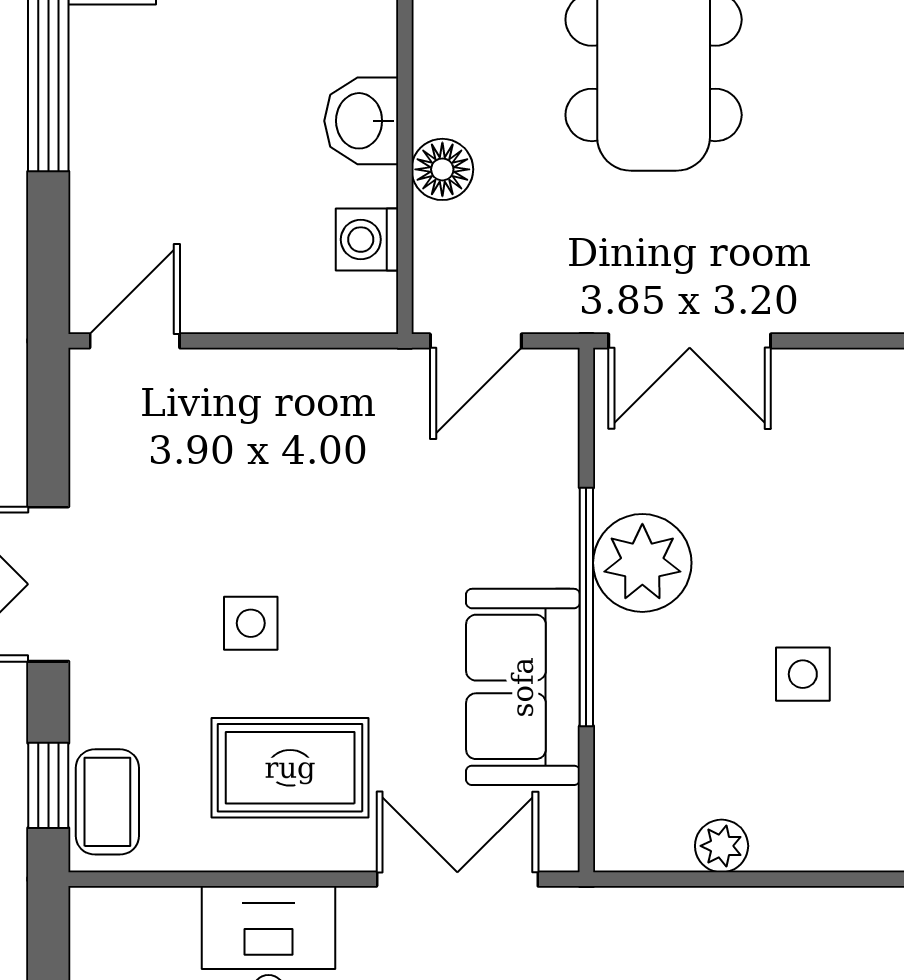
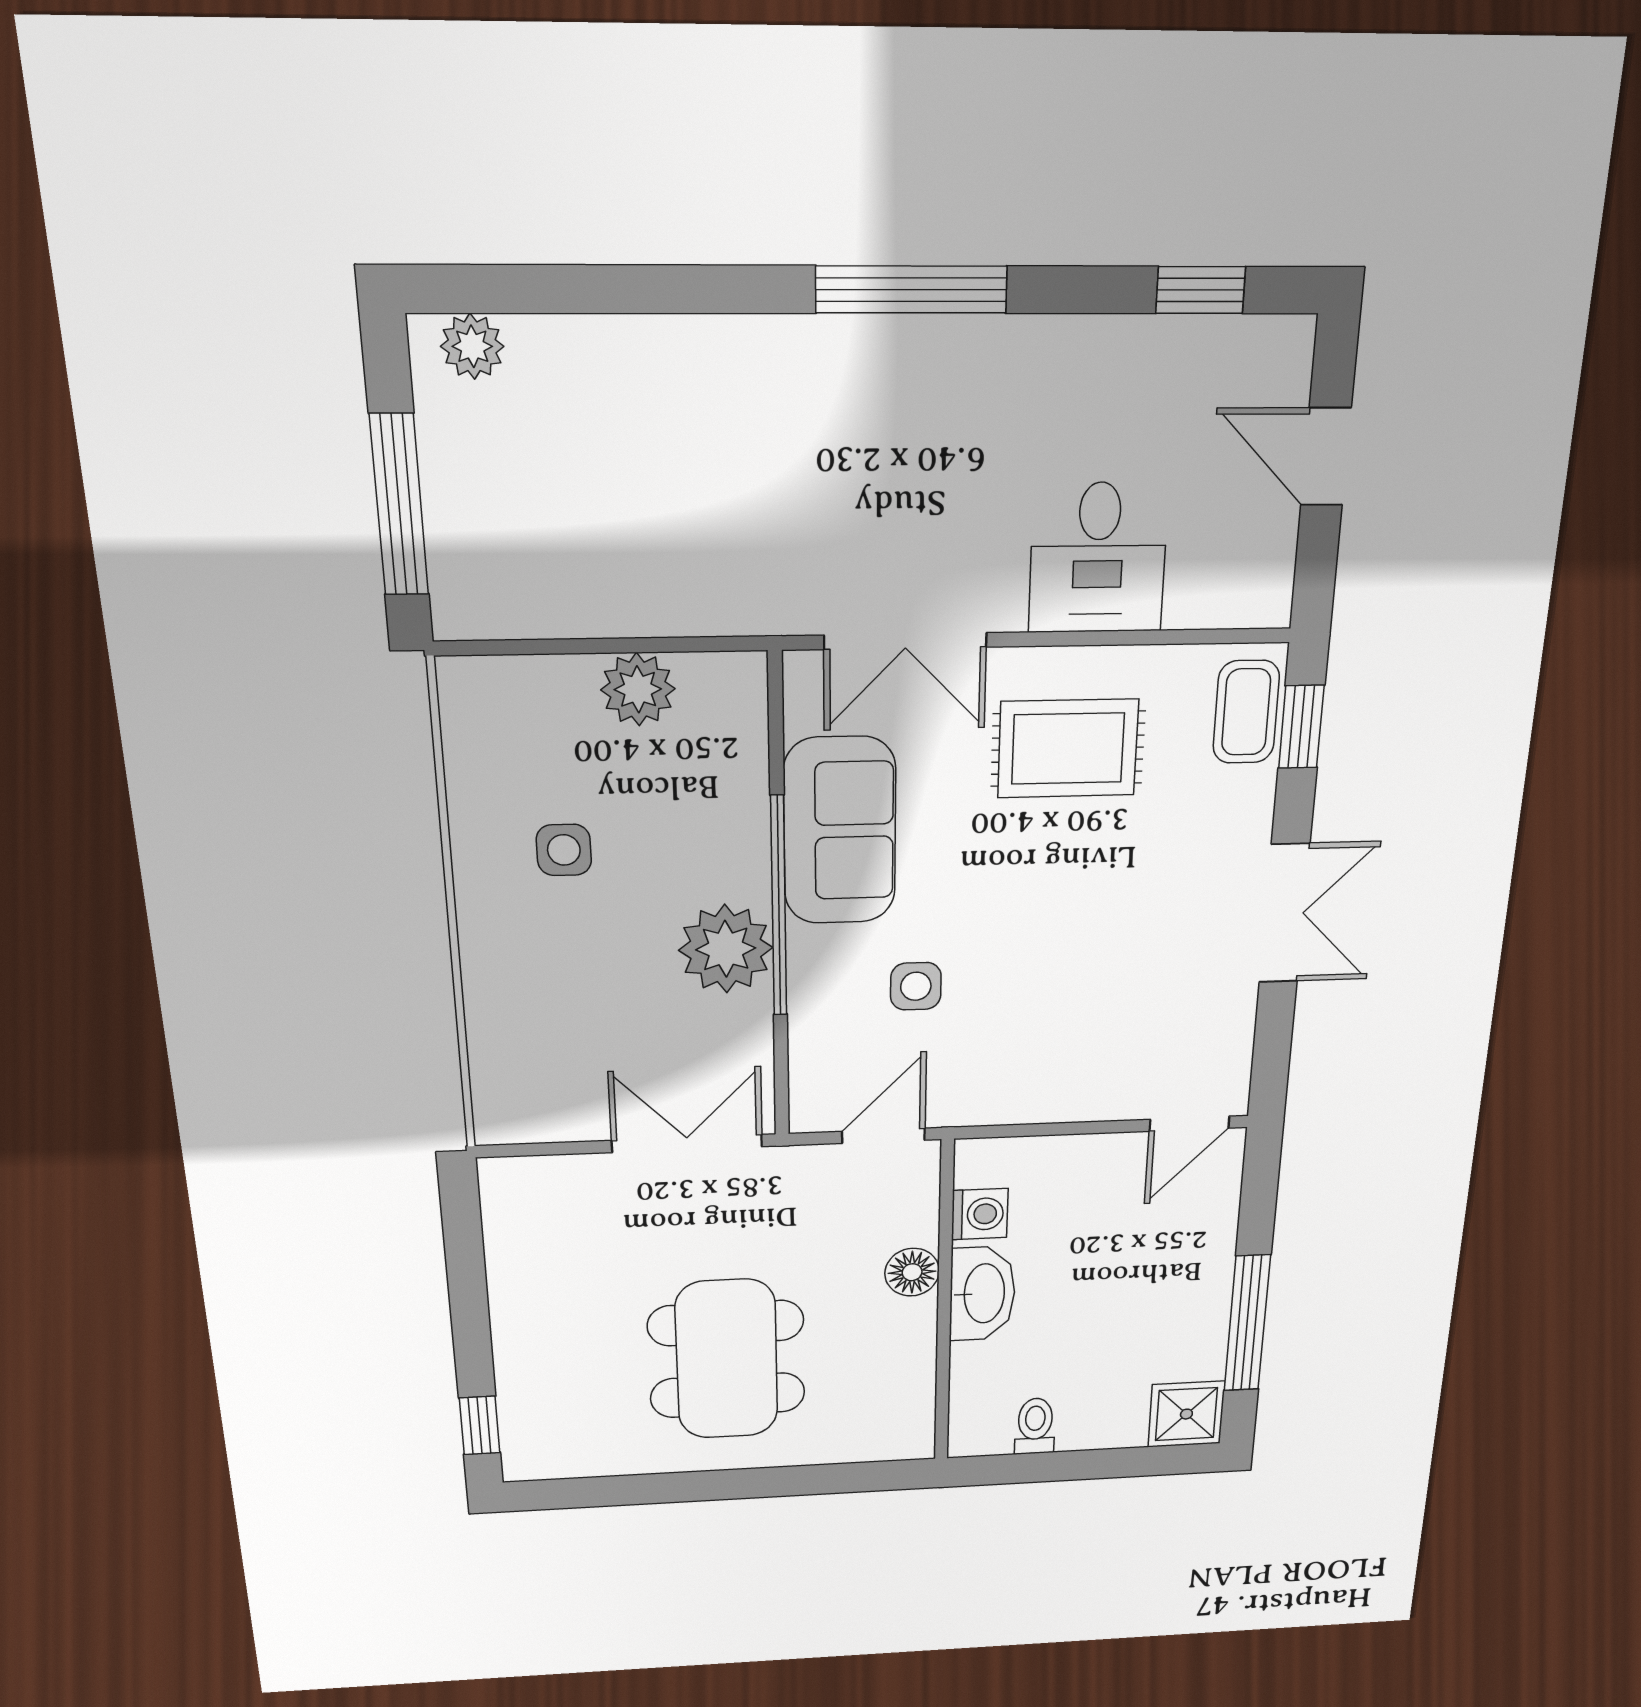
washbasin: (361, 121) -> (982, 1294), width x1.38
side table: (251, 623) -> (916, 986), moved
plant: (722, 846) -> (638, 689), width x1.38, depth x1.38

